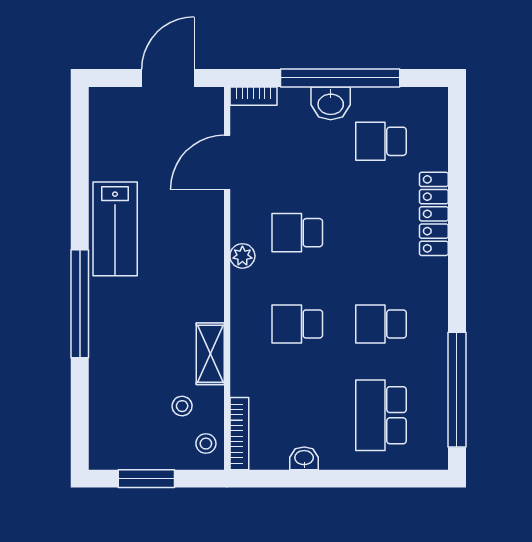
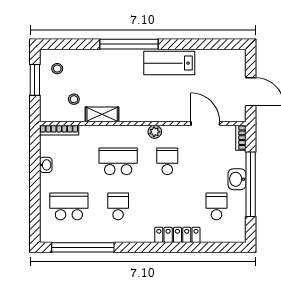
school desk: (297, 324) -> (118, 161), width x1.85
stool: (206, 444) -> (57, 69), moved

